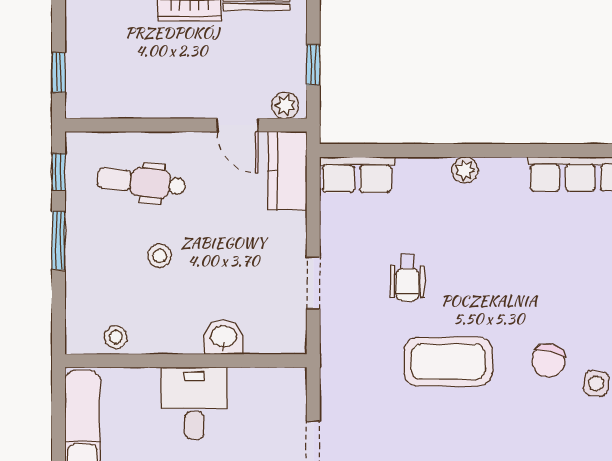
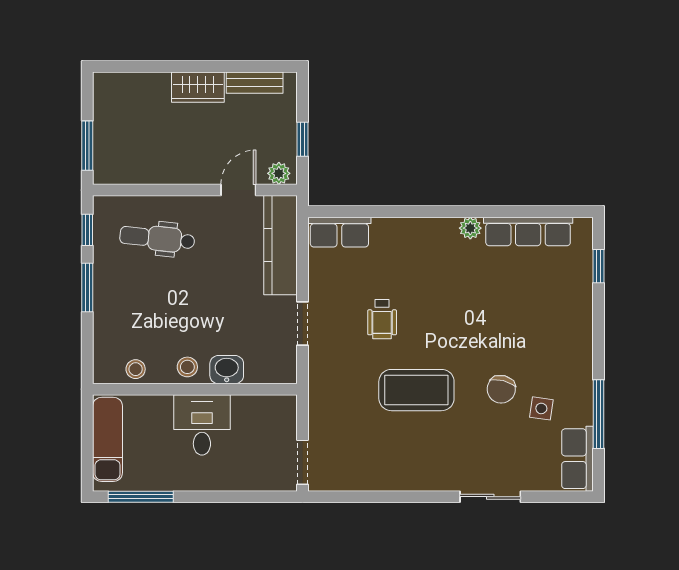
window: (59, 72) -> (87, 146), width x1.50
door: (237, 125) -> (238, 190), swing flipped
plant: (465, 170) -> (470, 228), moved
kitchen counter: (287, 171) -> (281, 245), width x1.50
stool: (160, 256) -> (187, 367), moved

